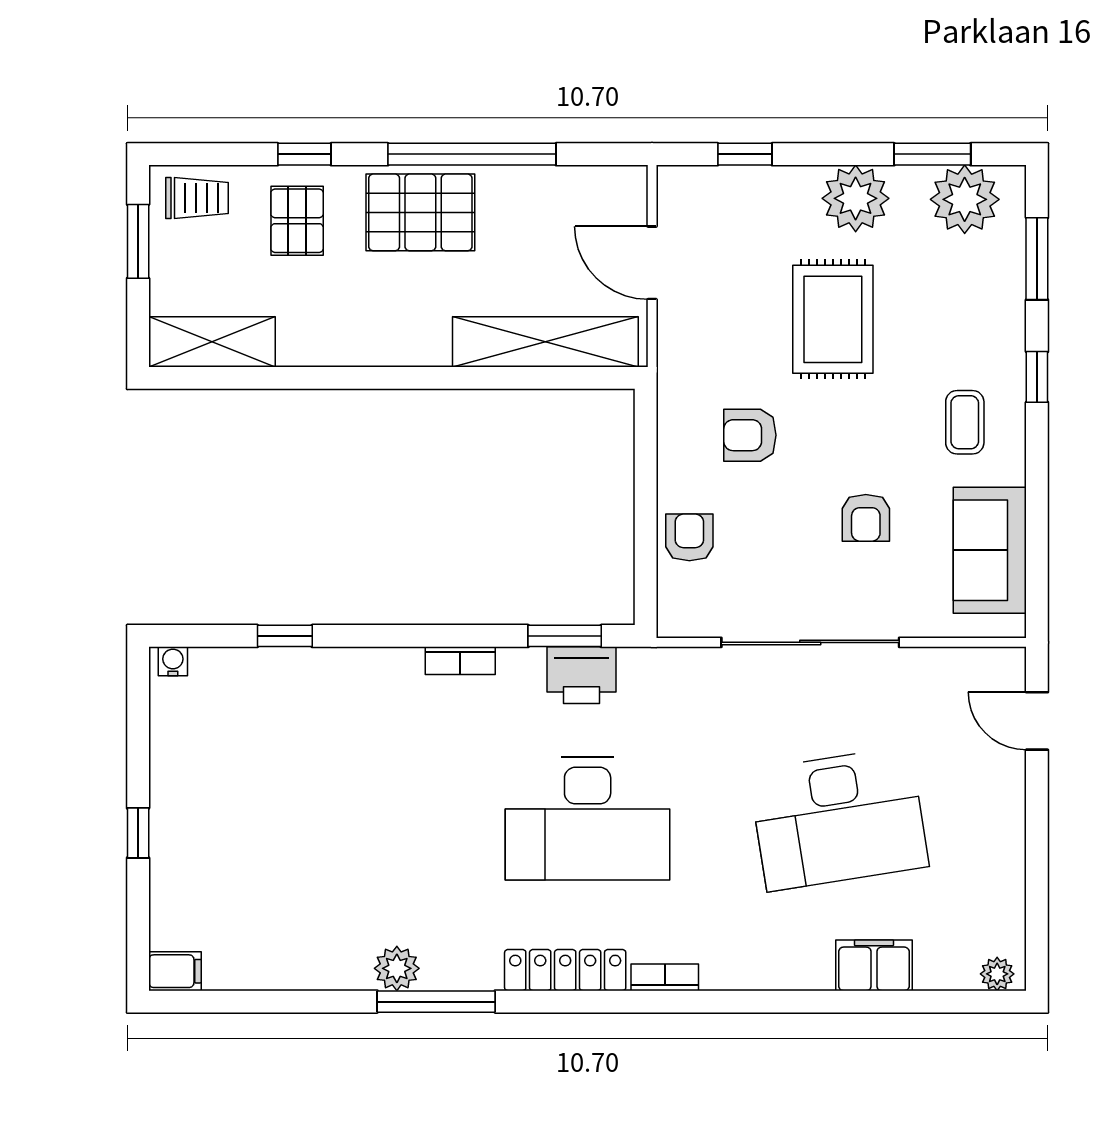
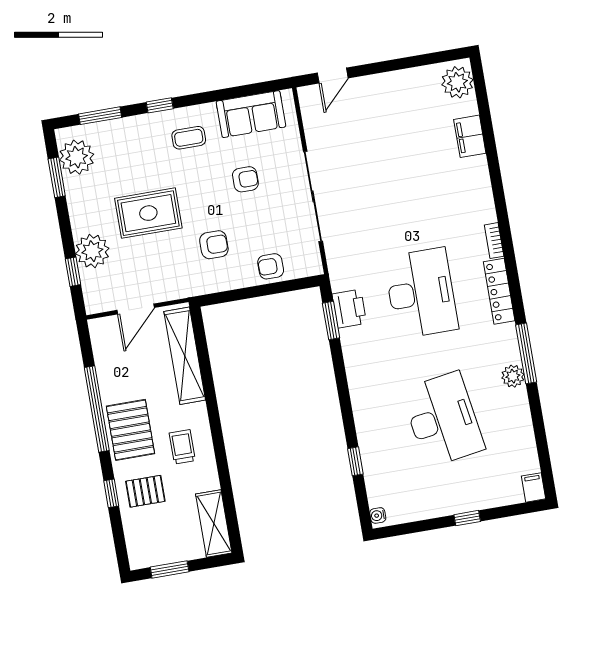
trolley: (197, 198) -> (182, 447), moved
plant: (856, 198) -> (92, 251), moved
armchair: (750, 435) -> (214, 245), turned -90
bookcase: (460, 661) -> (353, 371), removed
desk: (839, 819) -> (443, 419), moved
plant: (997, 974) -> (457, 82), width x1.87, depth x1.87

